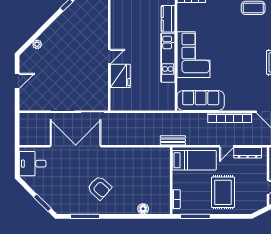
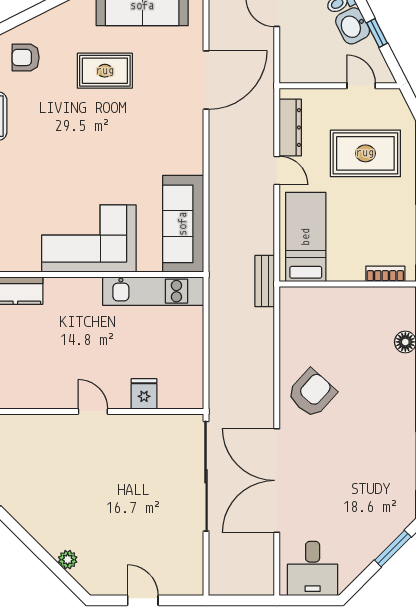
kitchen unit: (168, 58) -> (153, 291), moved
fridge: (120, 76) -> (144, 394), width x0.53, depth x0.75
bookcase: (230, 118) -> (219, 164), removed
armchair: (99, 188) -> (312, 393), moved
rug: (223, 192) -> (365, 153), moved

